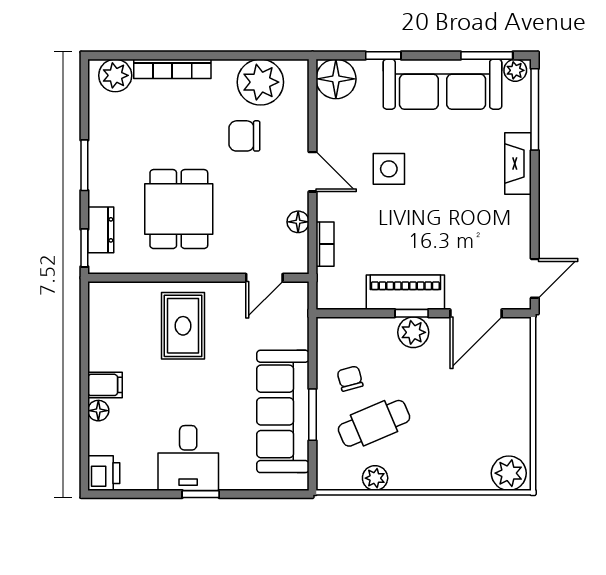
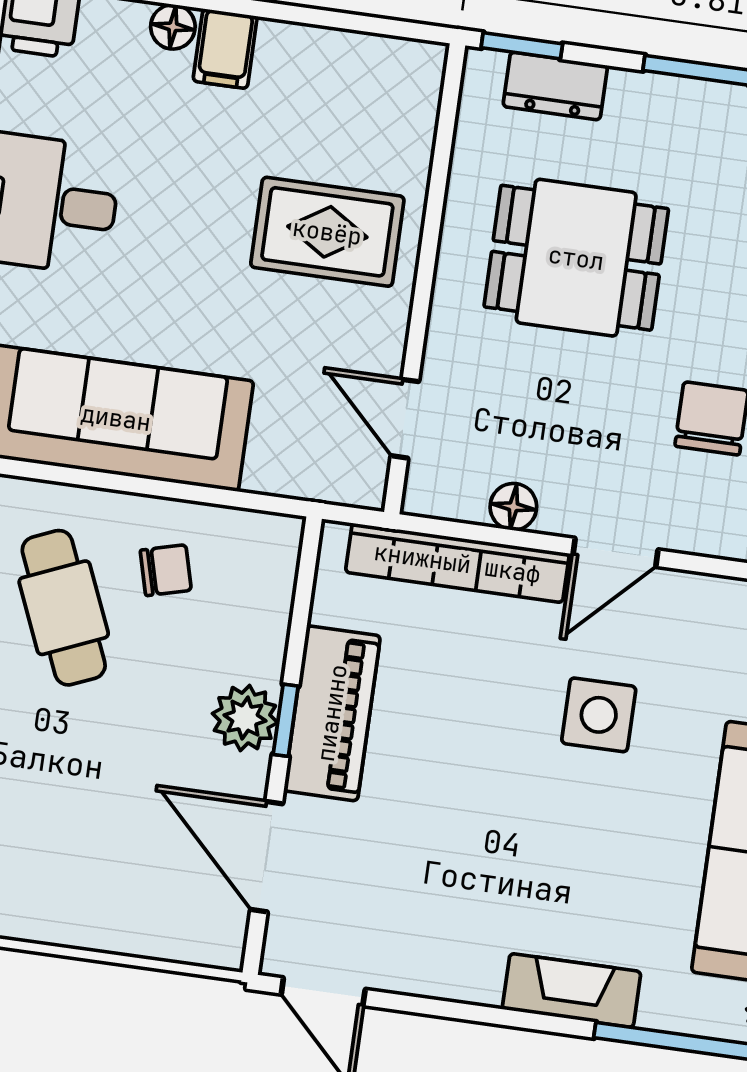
bookcase: (325, 244) -> (457, 563), width x2.31, depth x1.31
window: (313, 415) -> (100, 480), removed

